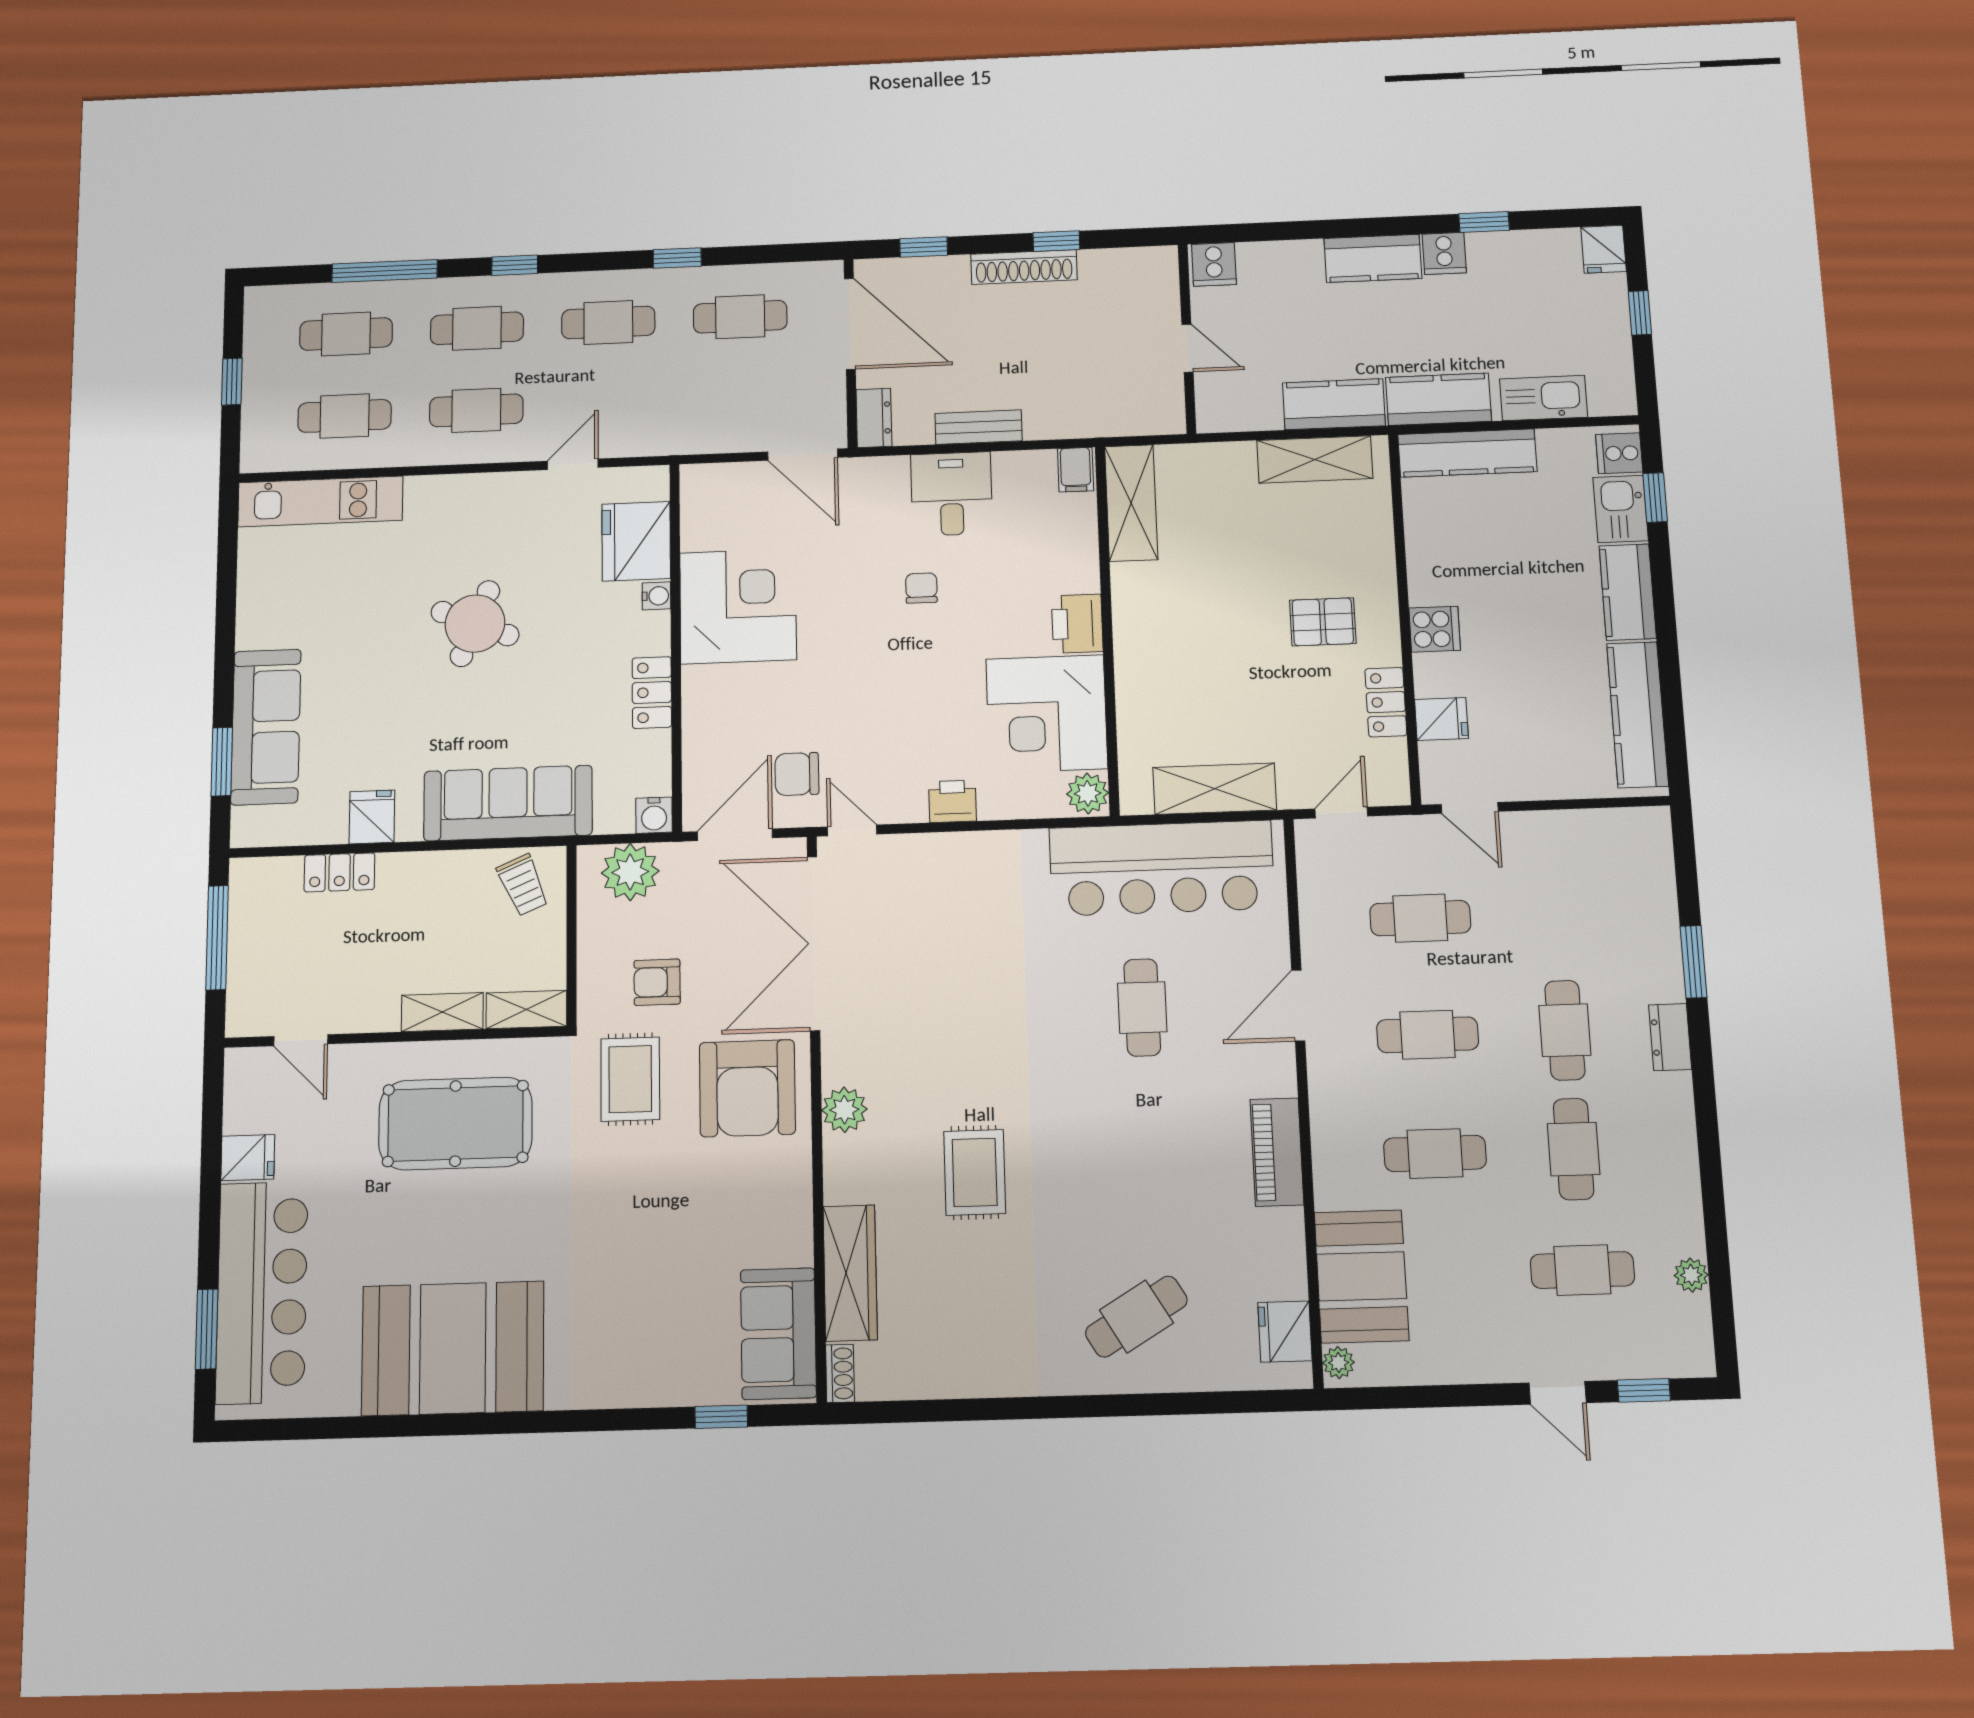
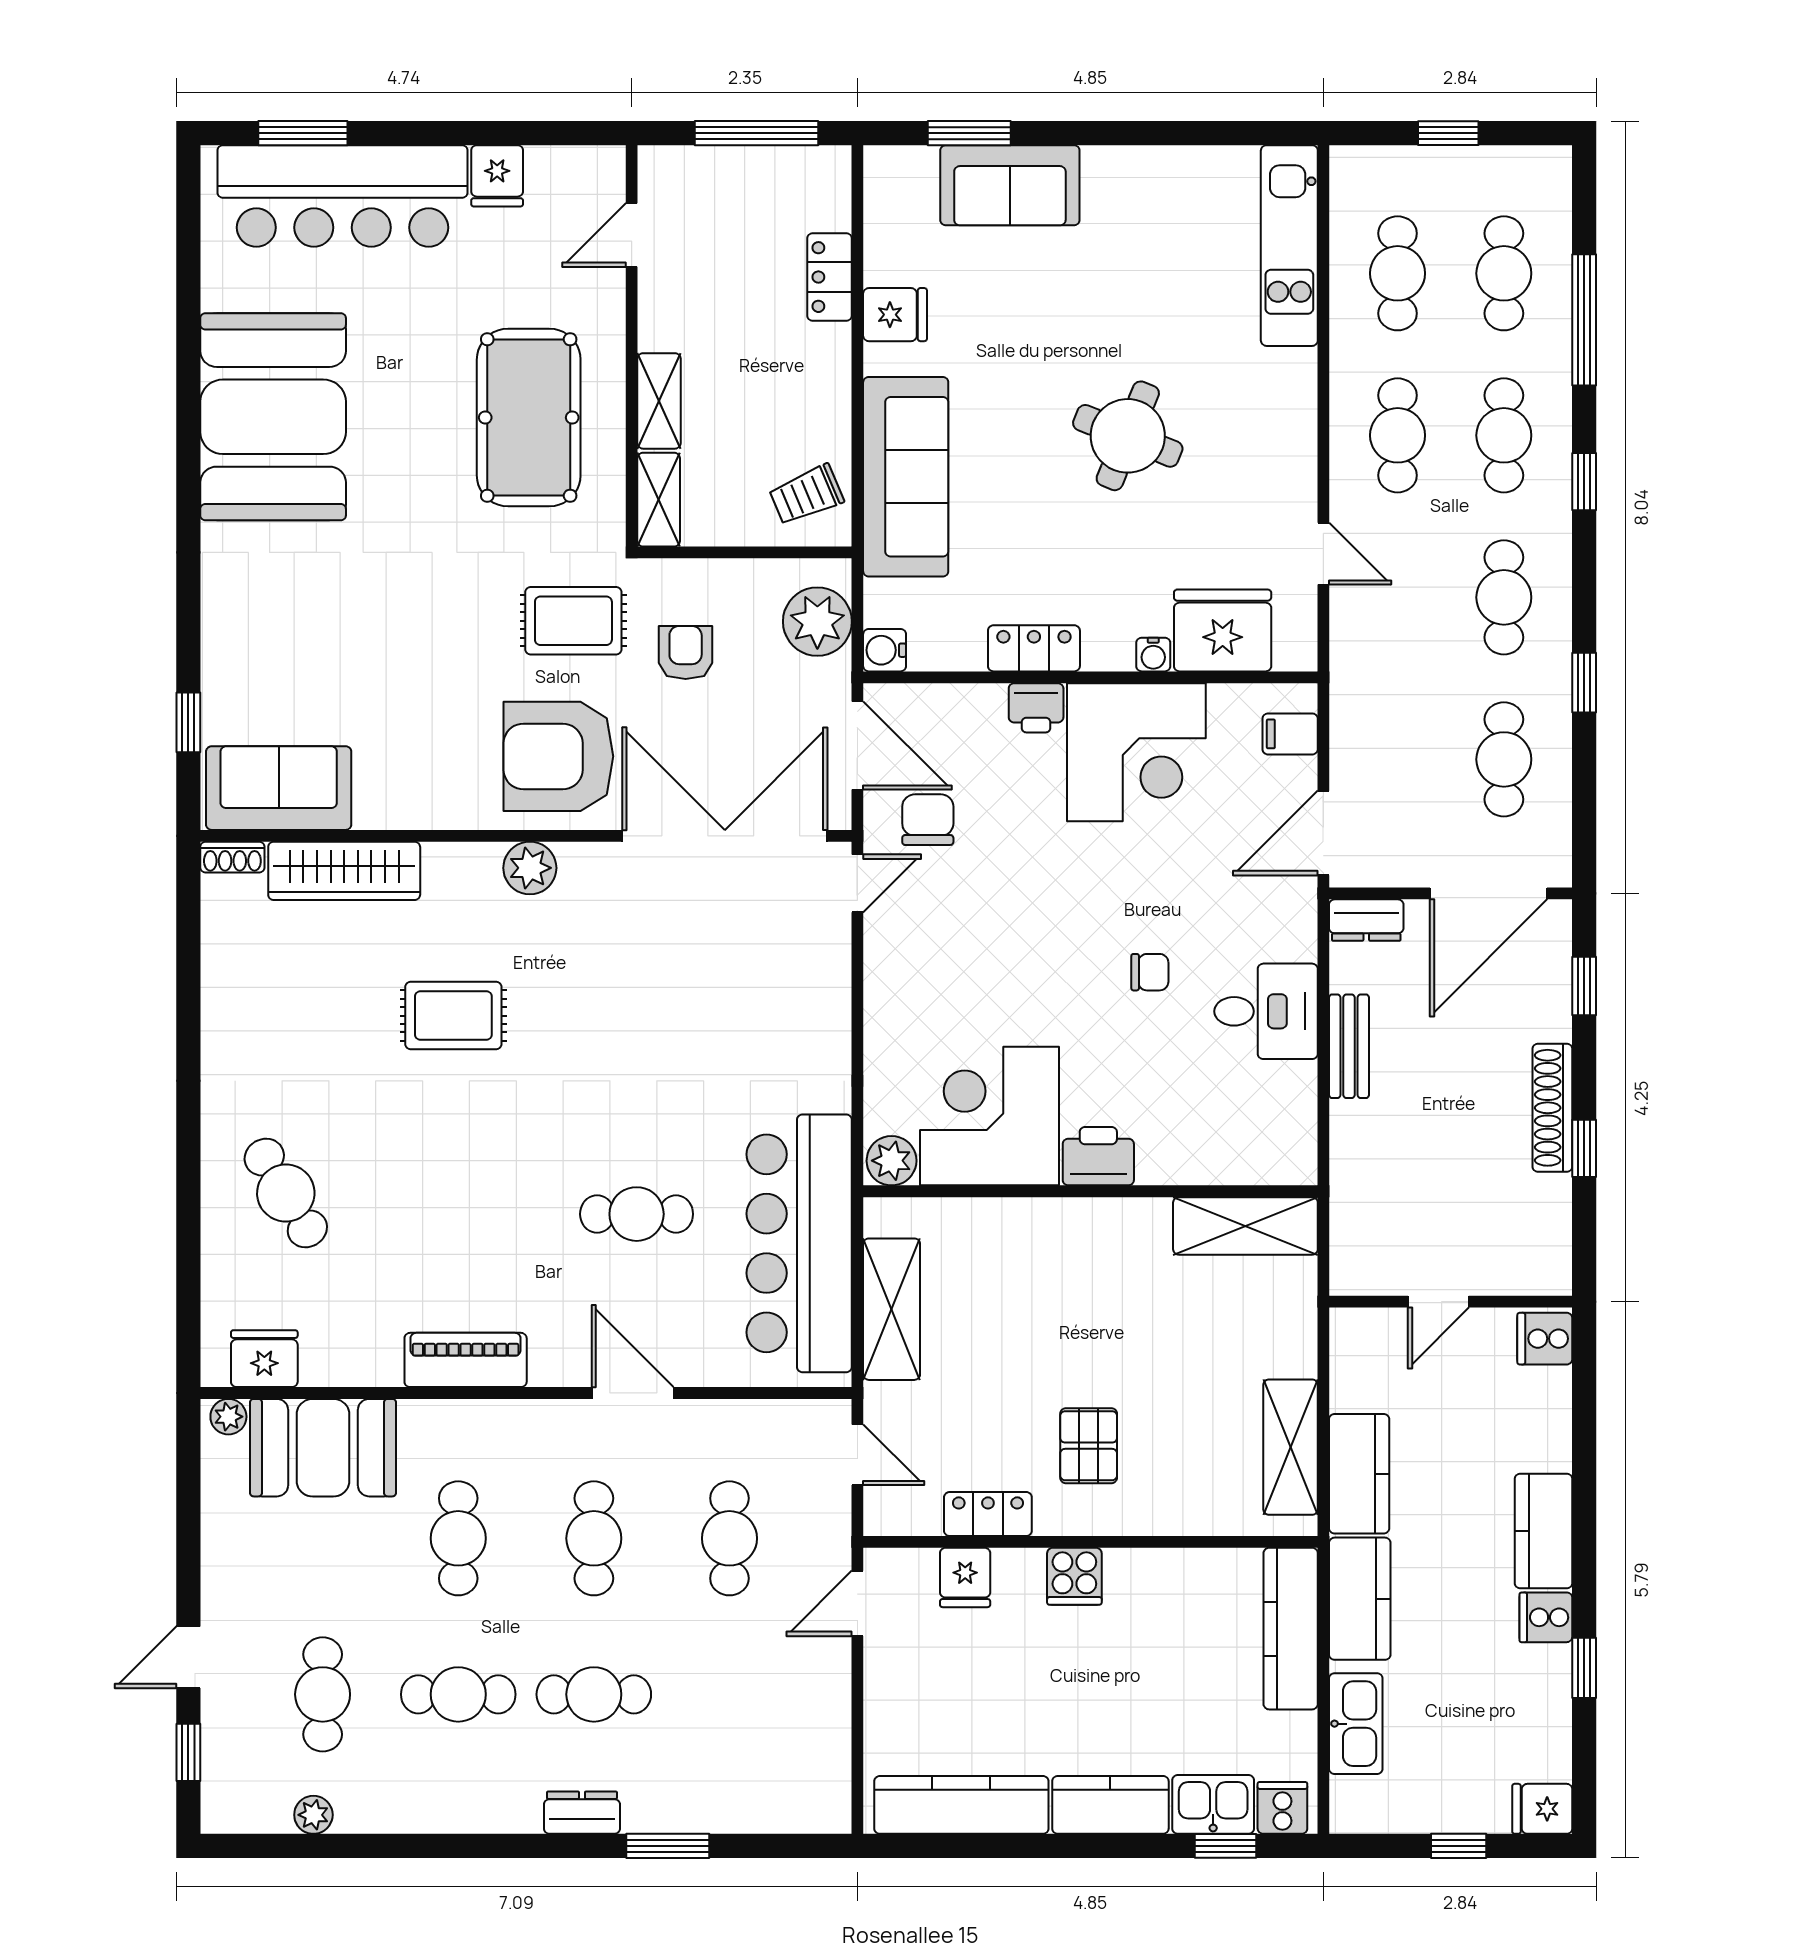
filing cabinet: (1076, 470) -> (1290, 734), moved
sofa: (266, 727) -> (1010, 185), width x0.73
printer: (952, 801) -> (1036, 708), moved, turned 90

